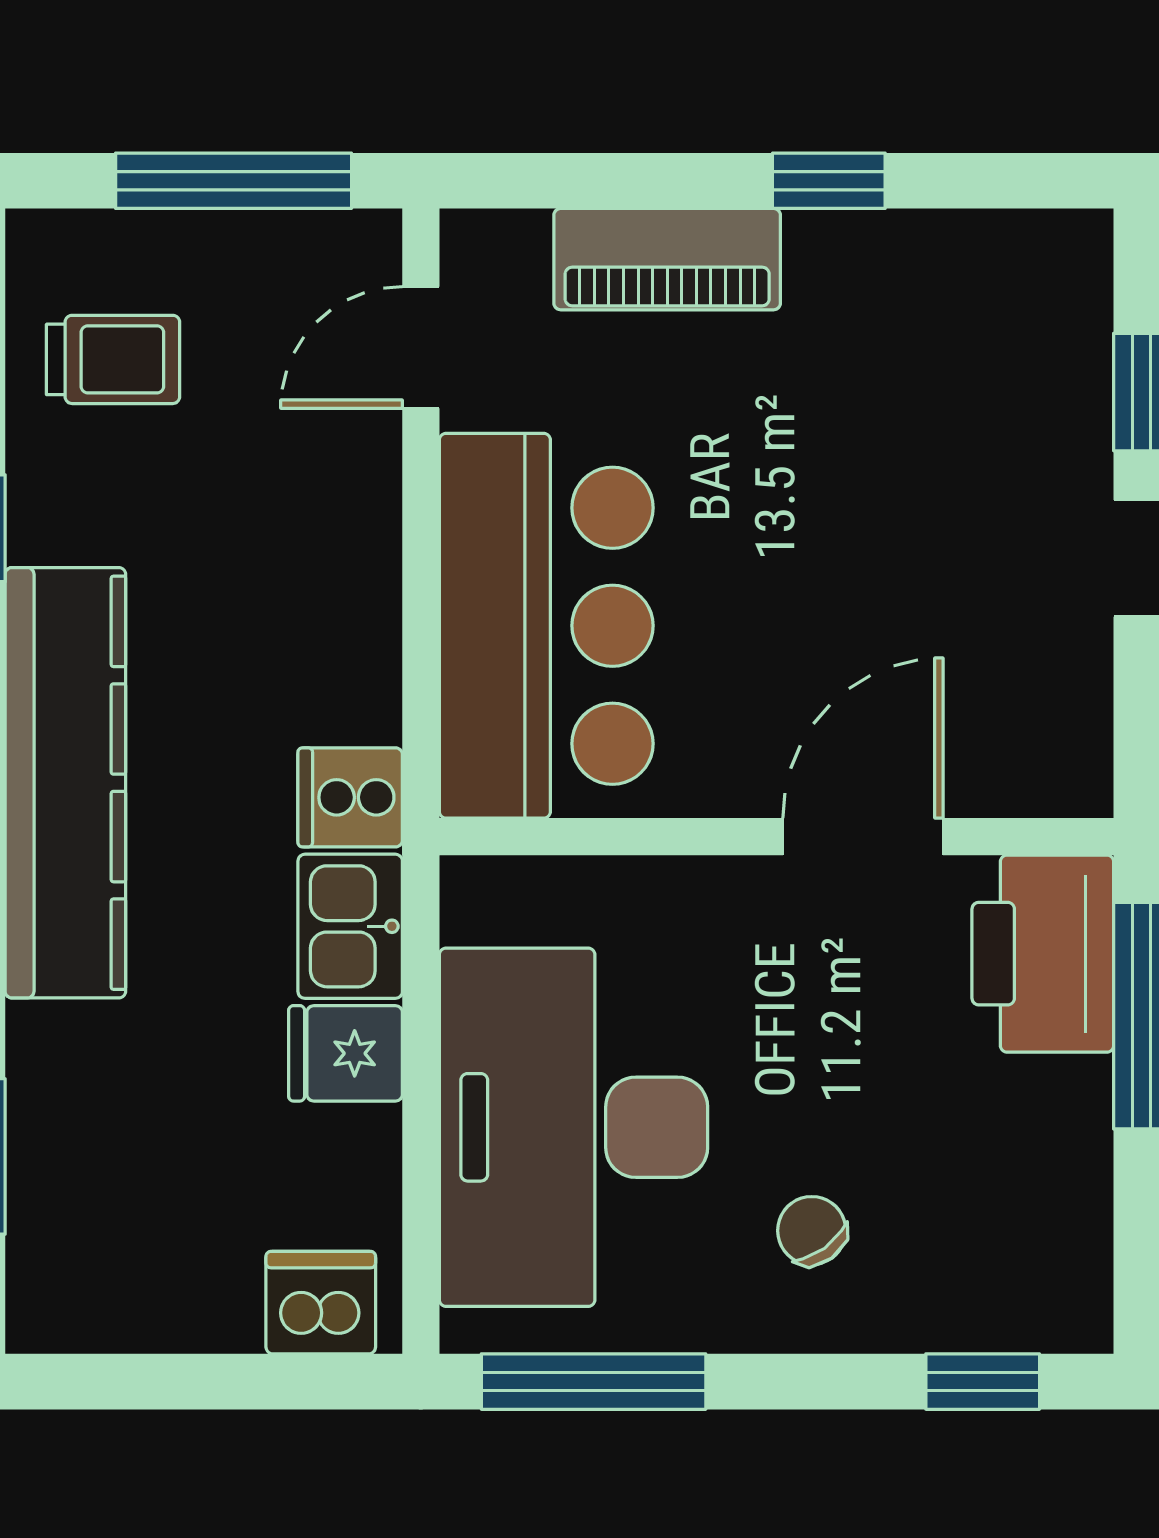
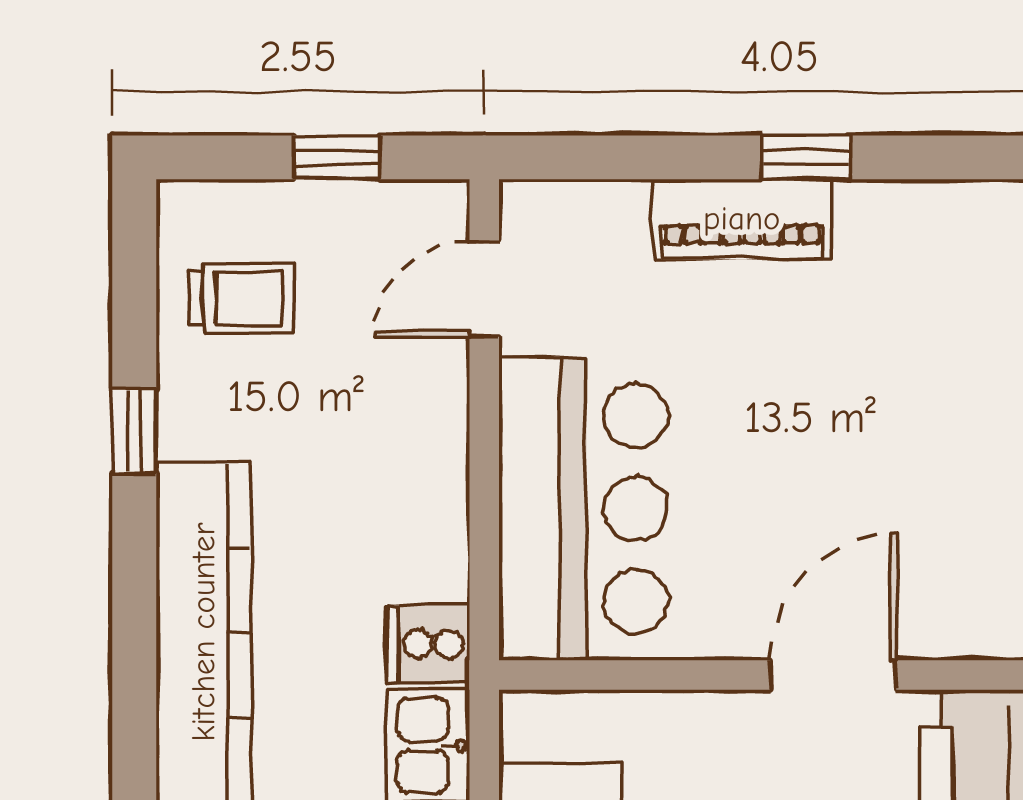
window: (234, 181) -> (336, 157), width x0.46
piano: (667, 259) -> (742, 219), moved

